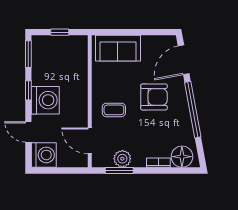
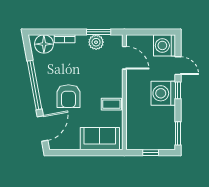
window: (28, 90) -> (178, 90), moved
armchair: (154, 97) -> (68, 96), turned -90
coffee table: (114, 110) -> (111, 104), moved

